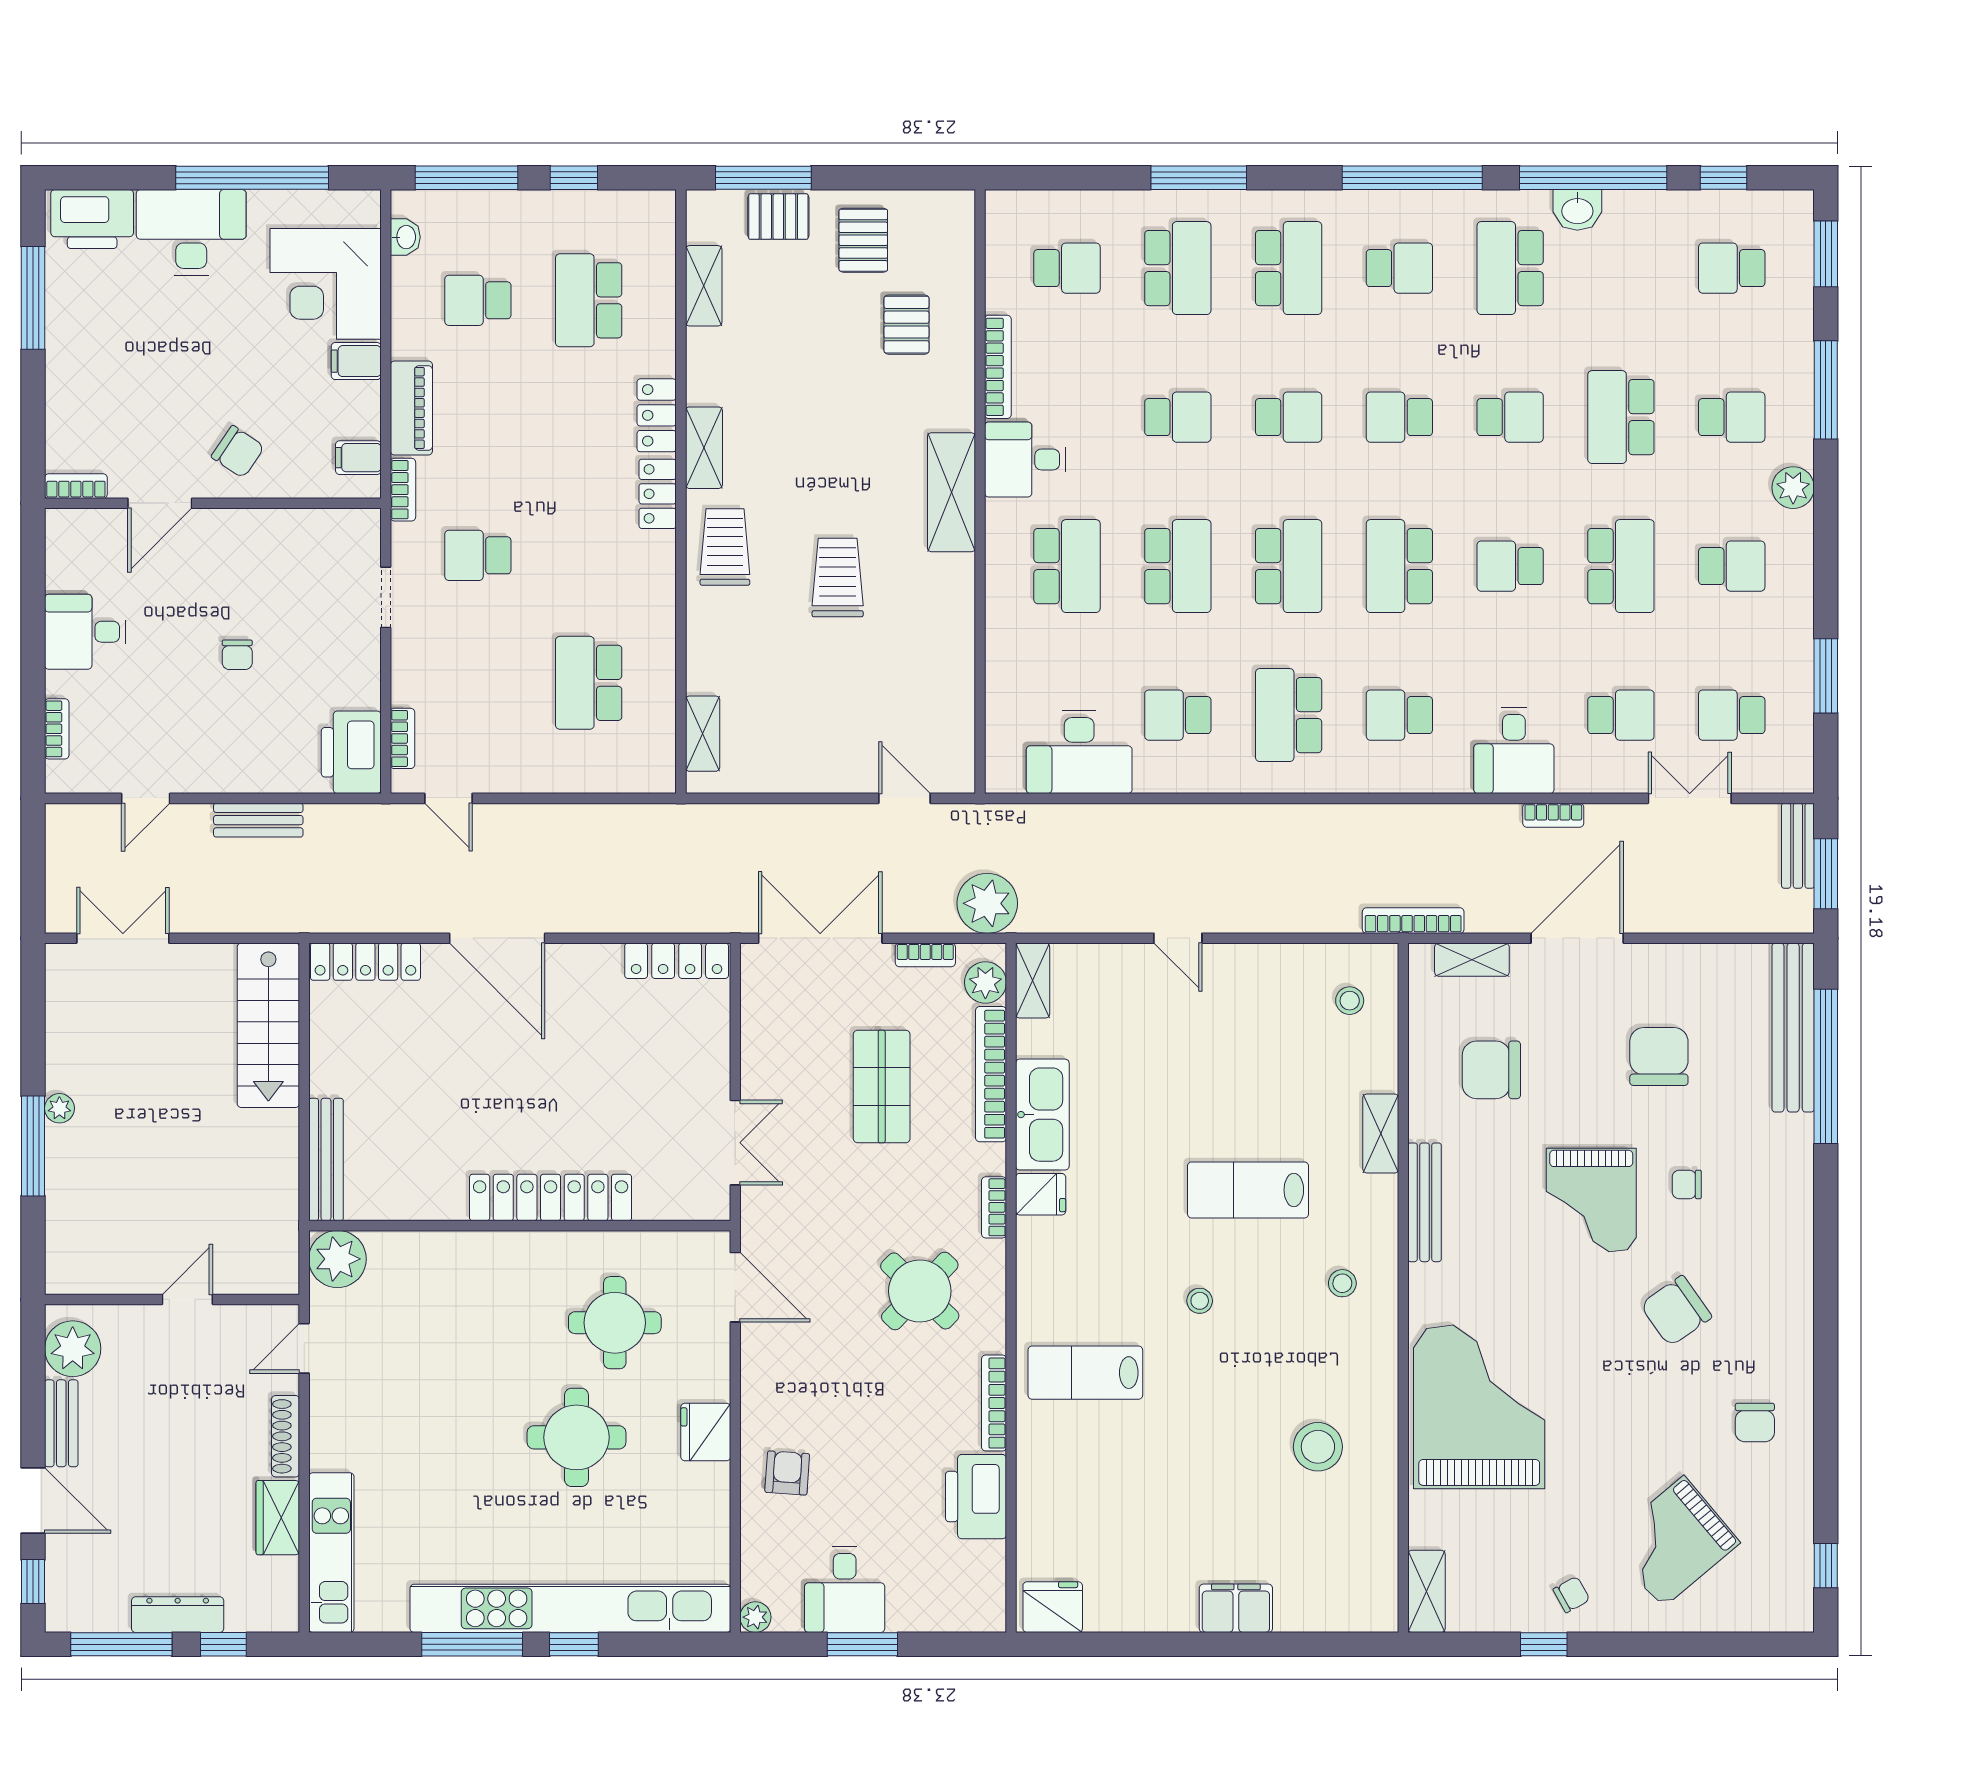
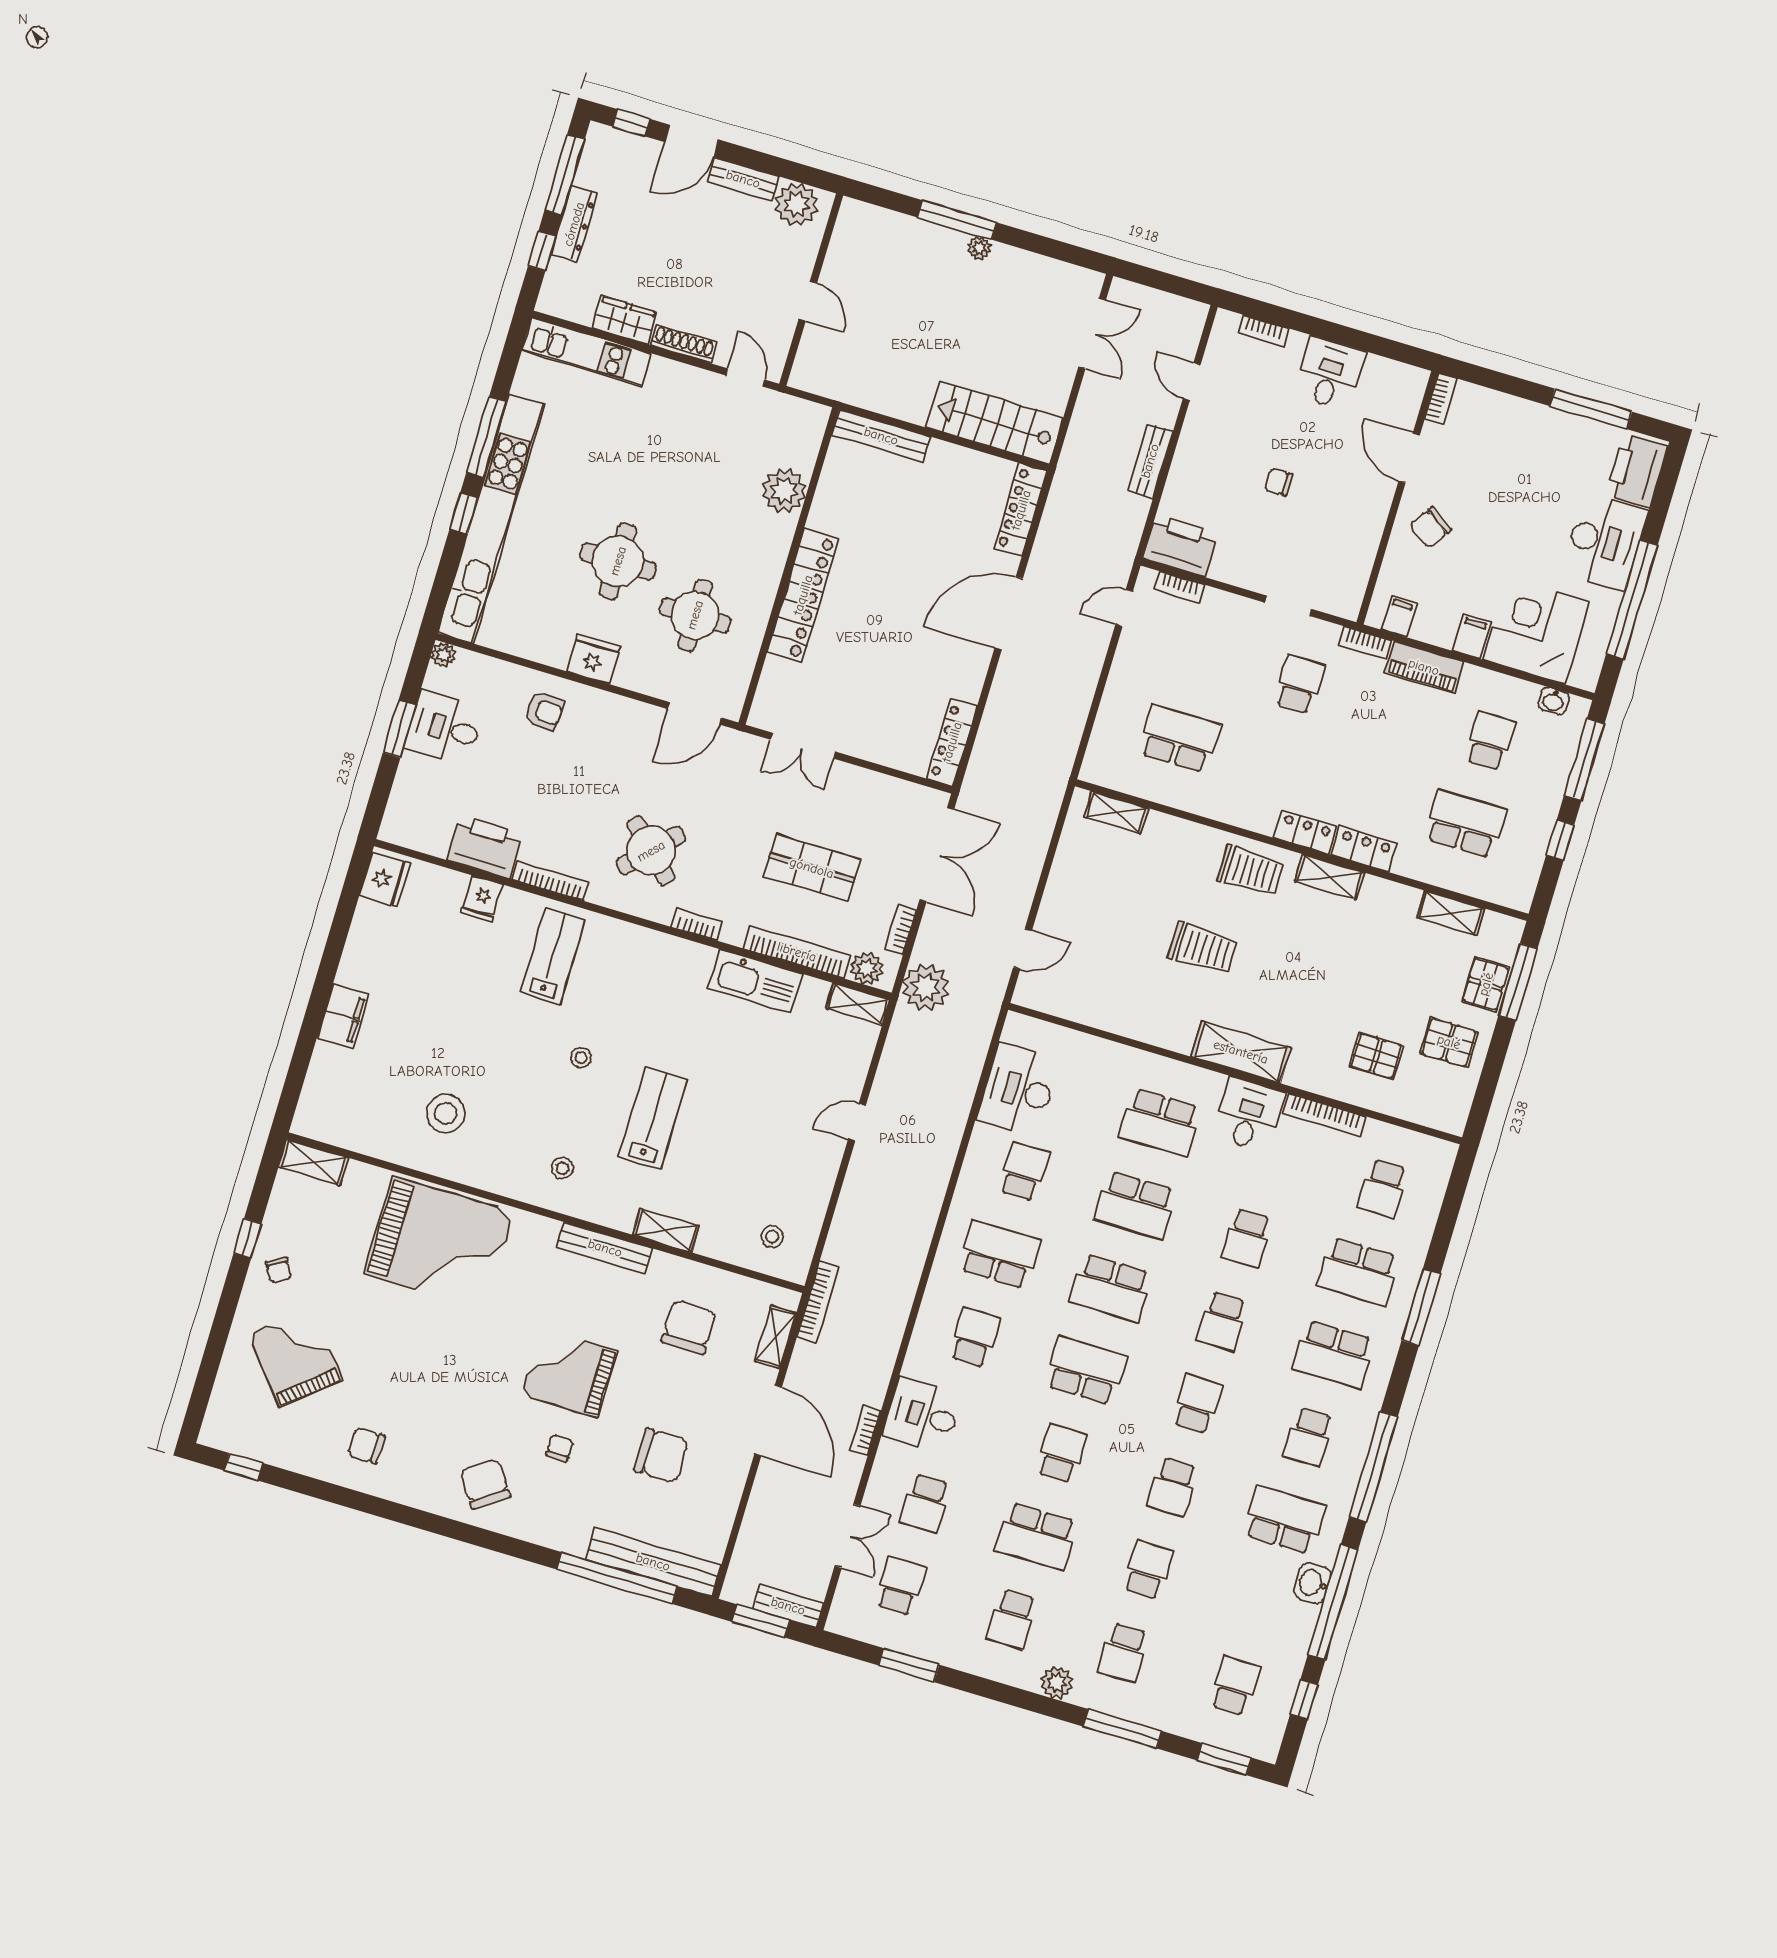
school desk: (1621, 417) -> (1148, 1570), width x0.54
fridge: (1041, 1194) -> (482, 899), moved
plant: (337, 1259) -> (784, 491), moved
chair: (1676, 1311) -> (485, 1484), moved

